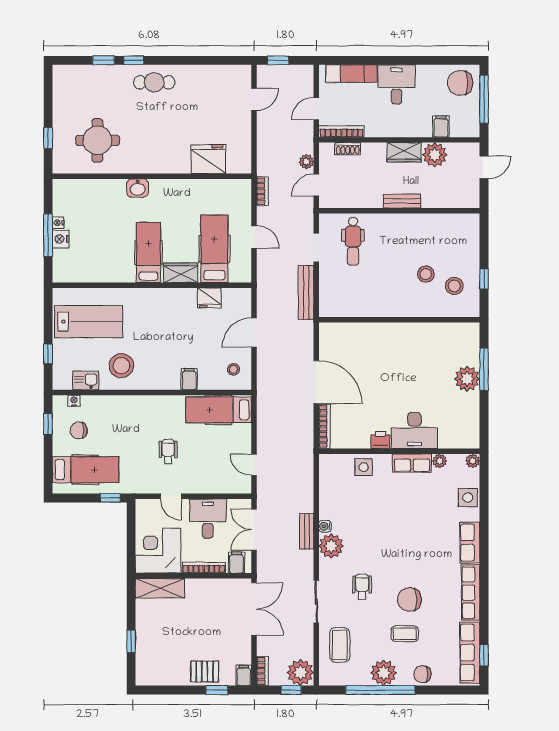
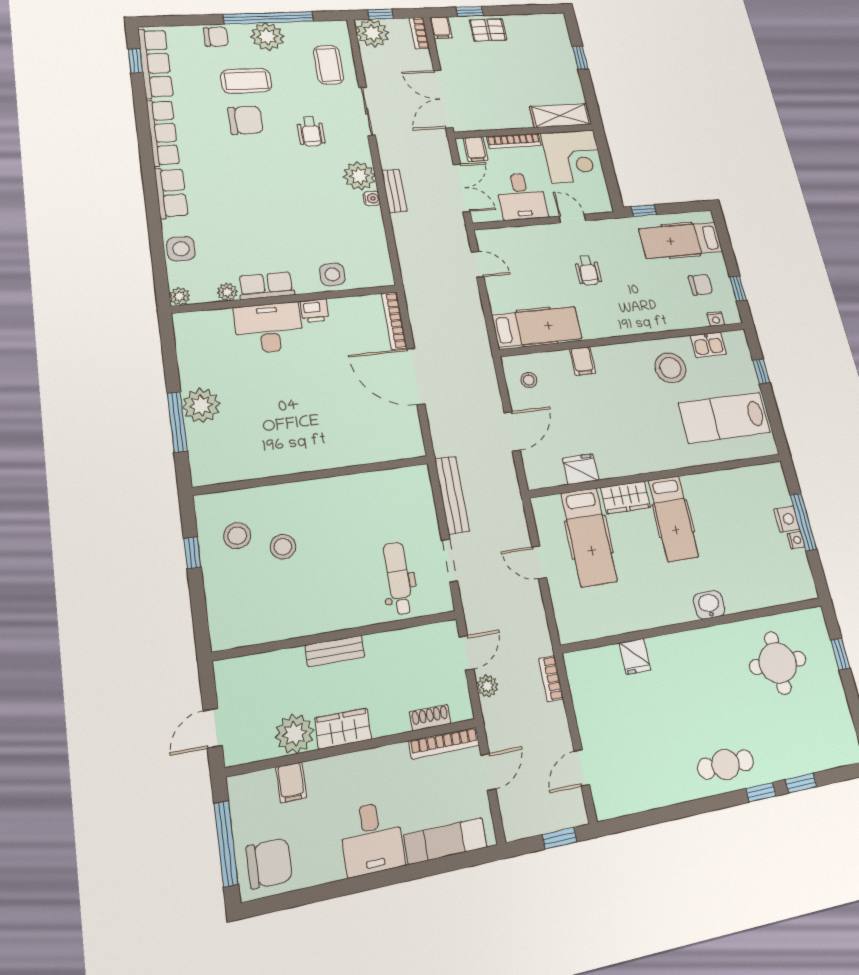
fridge: (208, 159) -> (635, 656), width x0.53, depth x0.75
bookcase: (262, 191) -> (551, 679), moved
coffee table: (405, 634) -> (246, 81), width x1.36, depth x1.30

